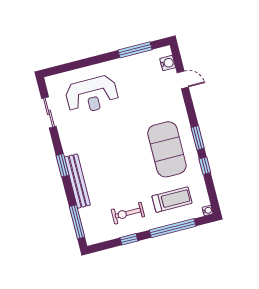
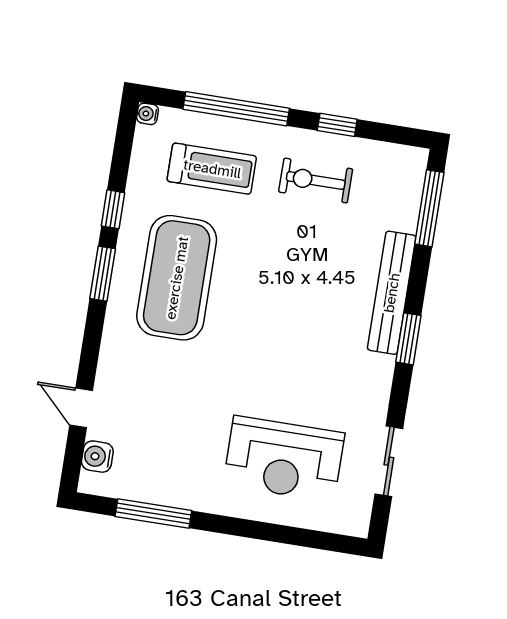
reception desk: (92, 95) -> (284, 459), turned 180
treadmill: (172, 200) -> (212, 169), turned 180
exercise bike: (128, 213) -> (316, 180), turned 180

